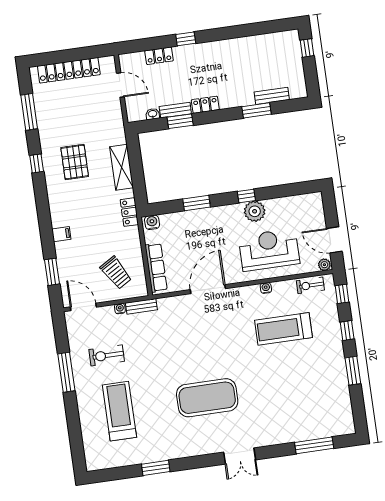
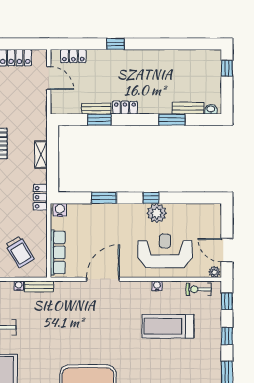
locker: (159, 56) -> (73, 56), moved
washbasin: (153, 114) -> (211, 109), moved
shelving: (121, 167) -> (41, 155), width x0.67, depth x0.75

